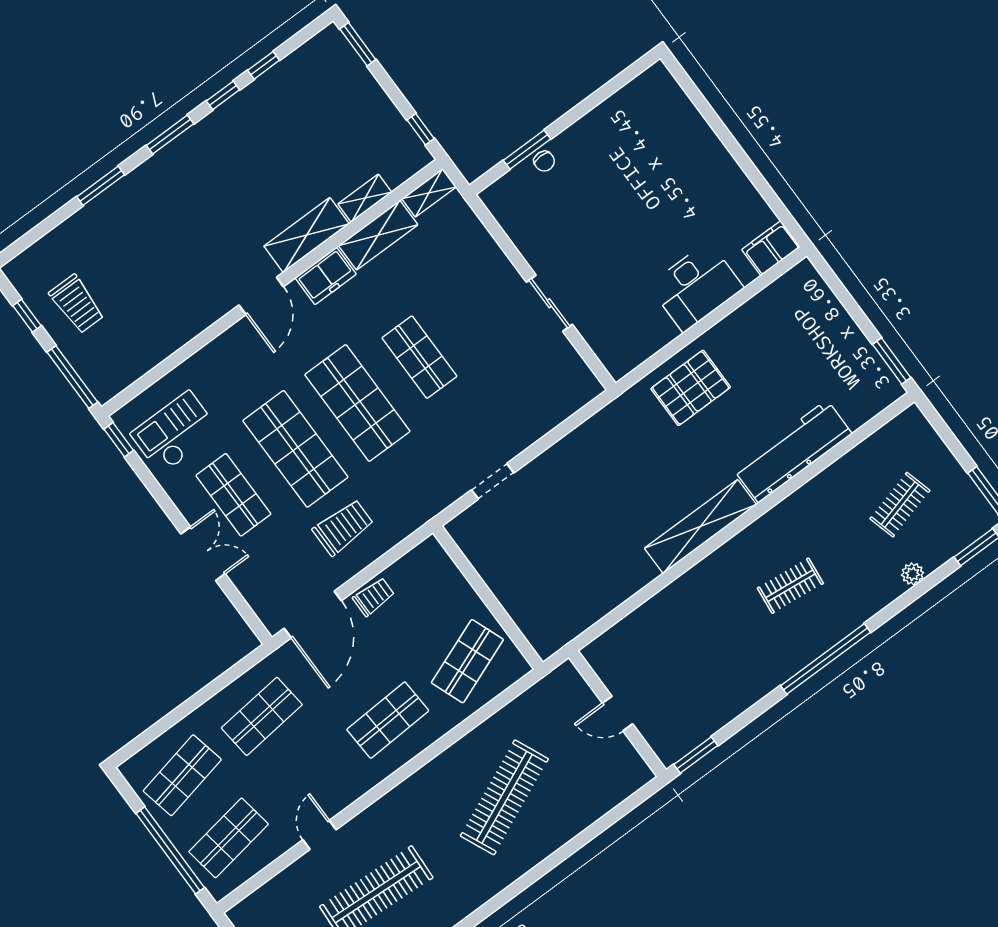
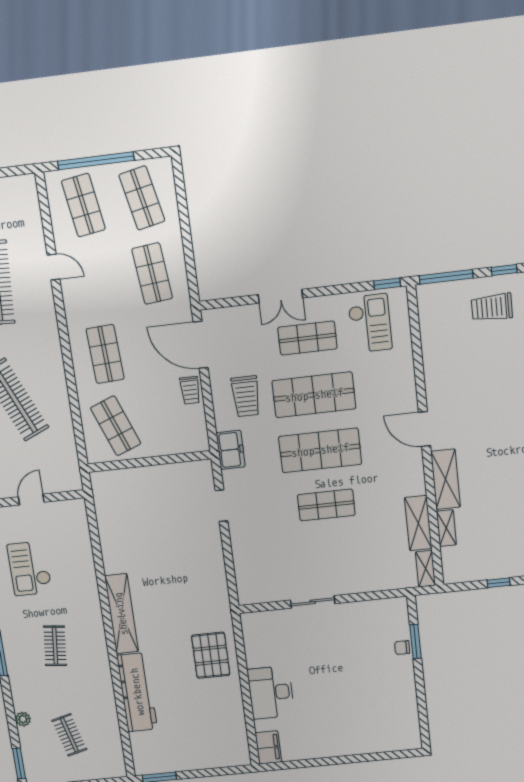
window: (421, 129) -> (499, 583), moved
freezer: (326, 276) -> (231, 450), moved, turned 180
checkout: (707, 670) -> (30, 568), added

